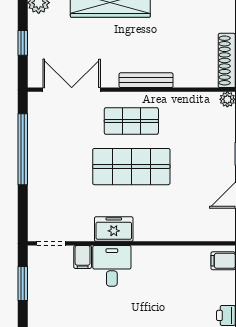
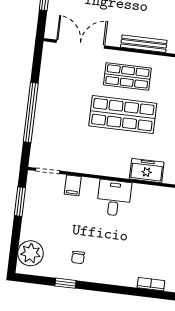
window: (23, 149) -> (31, 113), moved
freezer: (114, 229) -> (147, 171), moved
desk: (112, 266) -> (114, 198), moved

